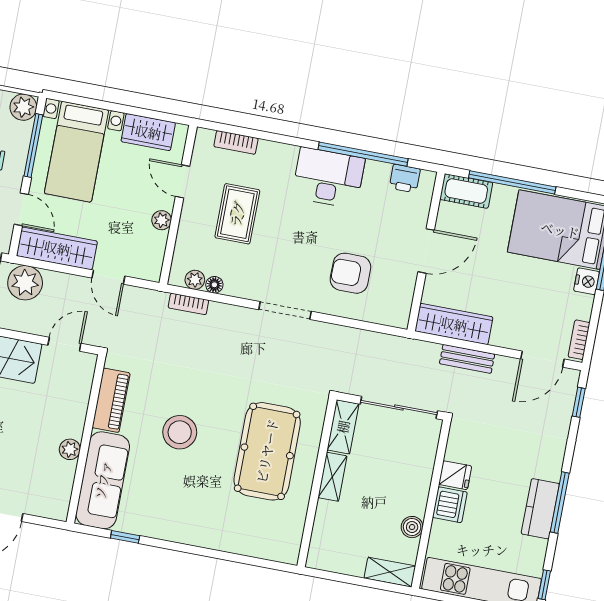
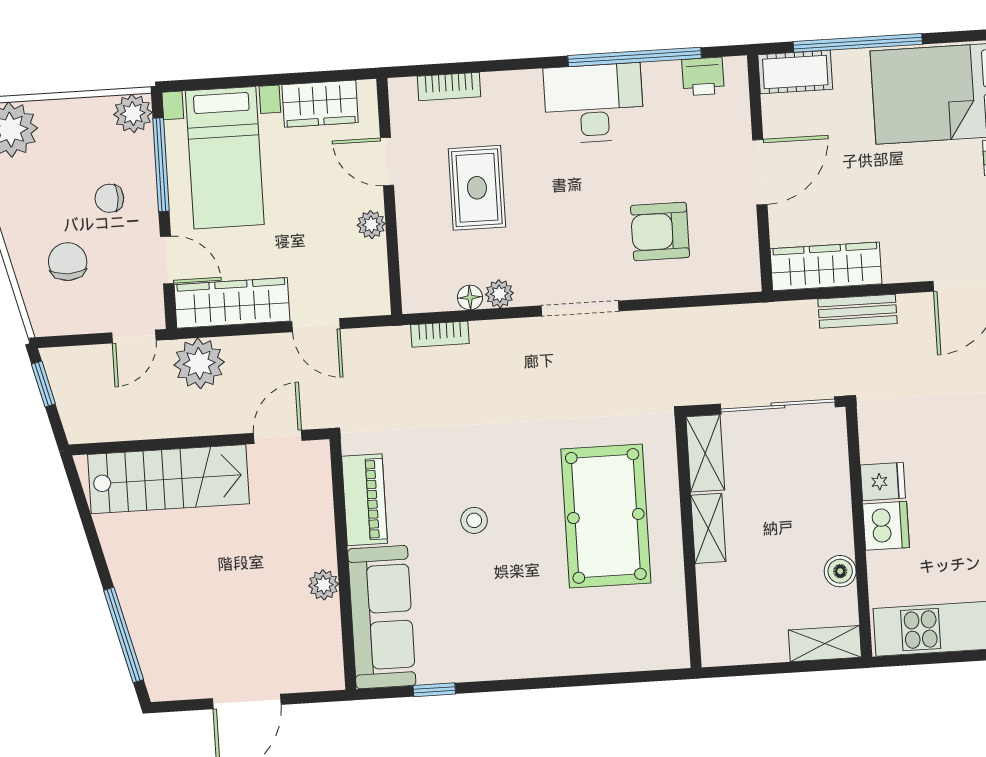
plant: (195, 280) -> (499, 294), moved
stool: (180, 432) -> (474, 520), width x0.53, depth x0.53

